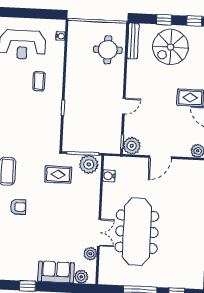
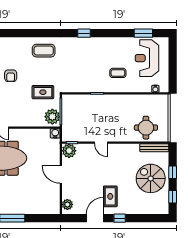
rug: (58, 175) -> (43, 92), turned 90
water cooler: (109, 176) -> (55, 133), moved
armchair: (18, 207) -> (11, 76), moved

